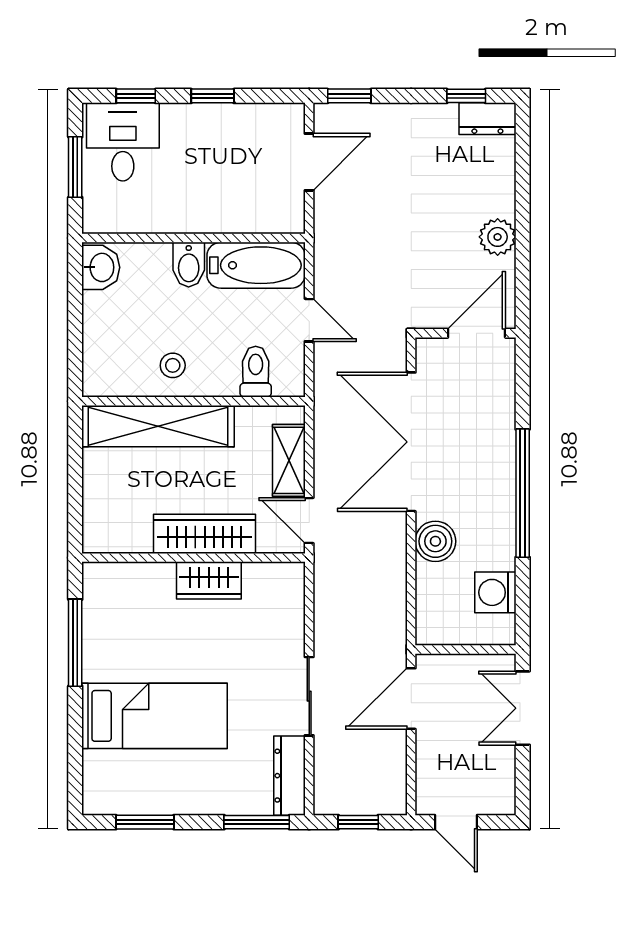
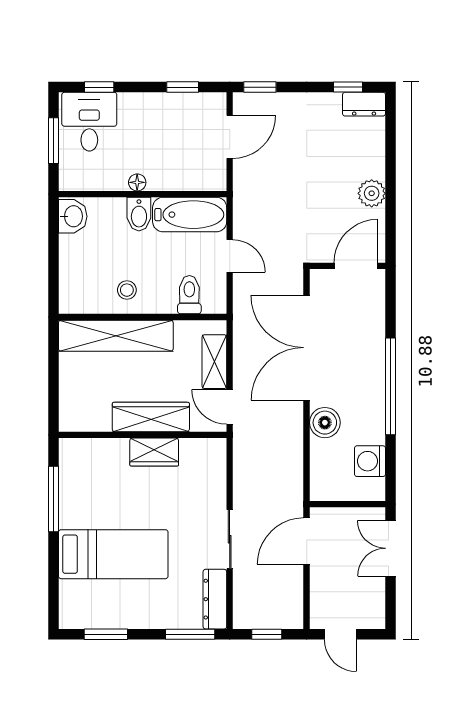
window: (213, 96) -> (183, 87), moved
floor lamp: (186, 223) -> (137, 182), added

